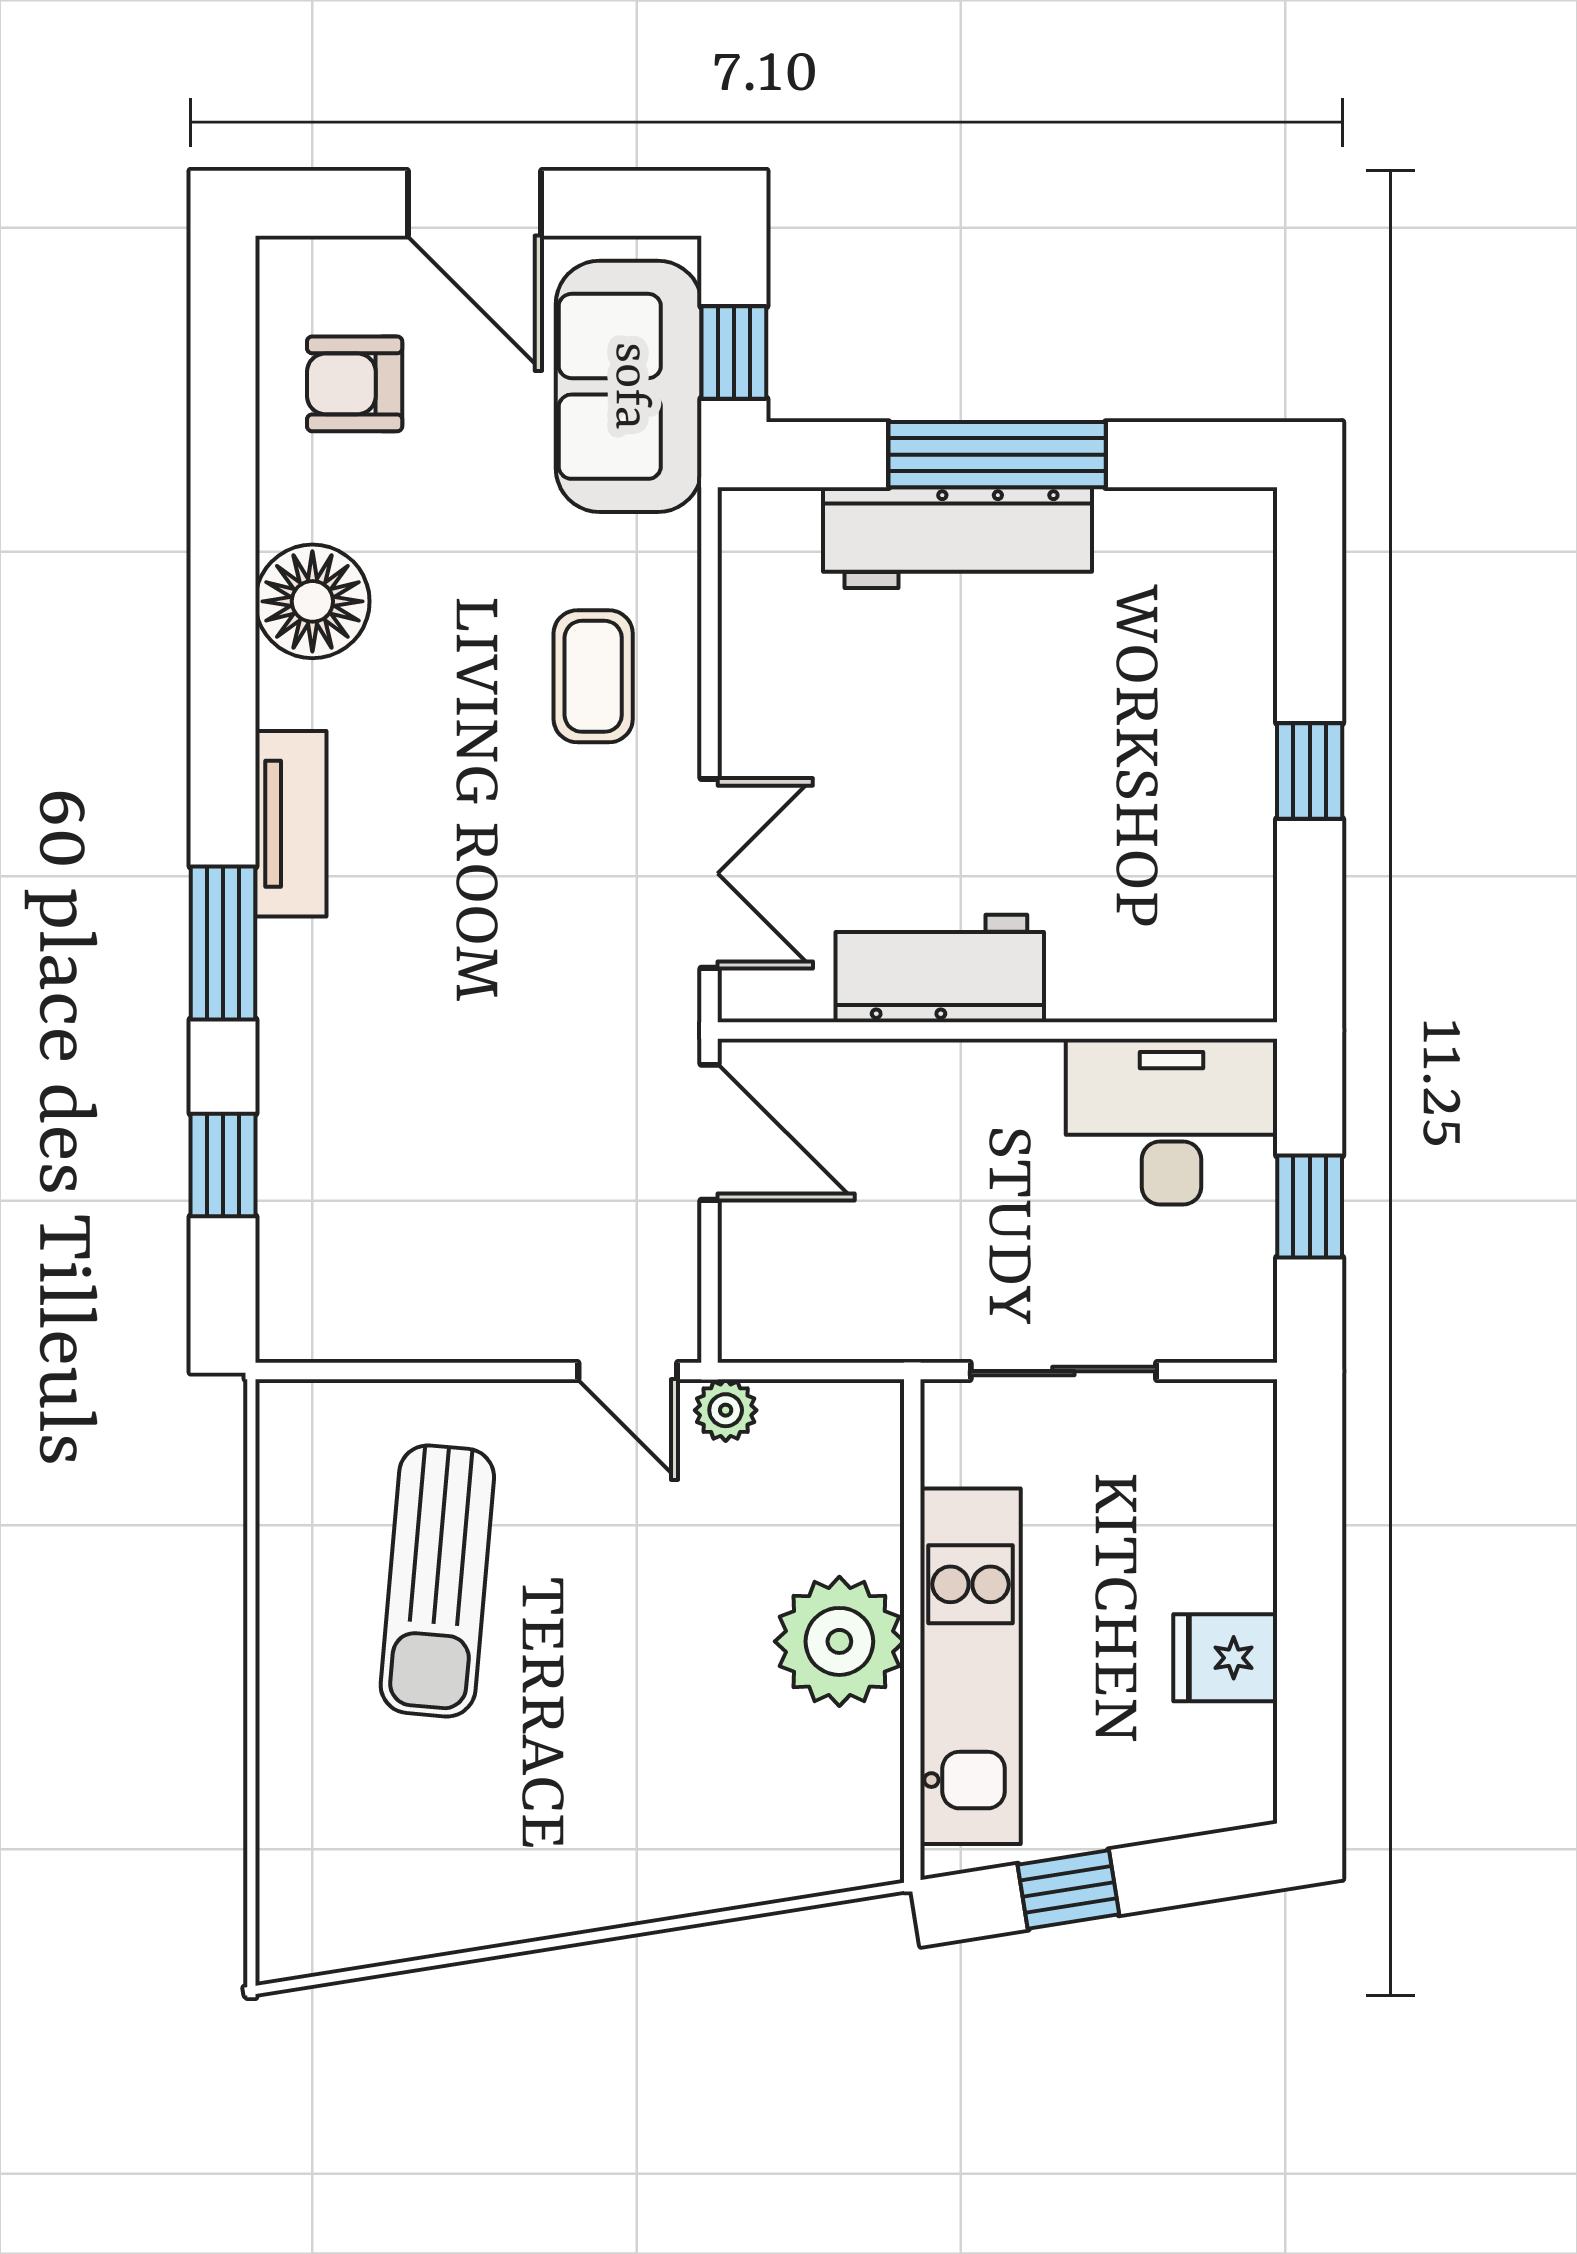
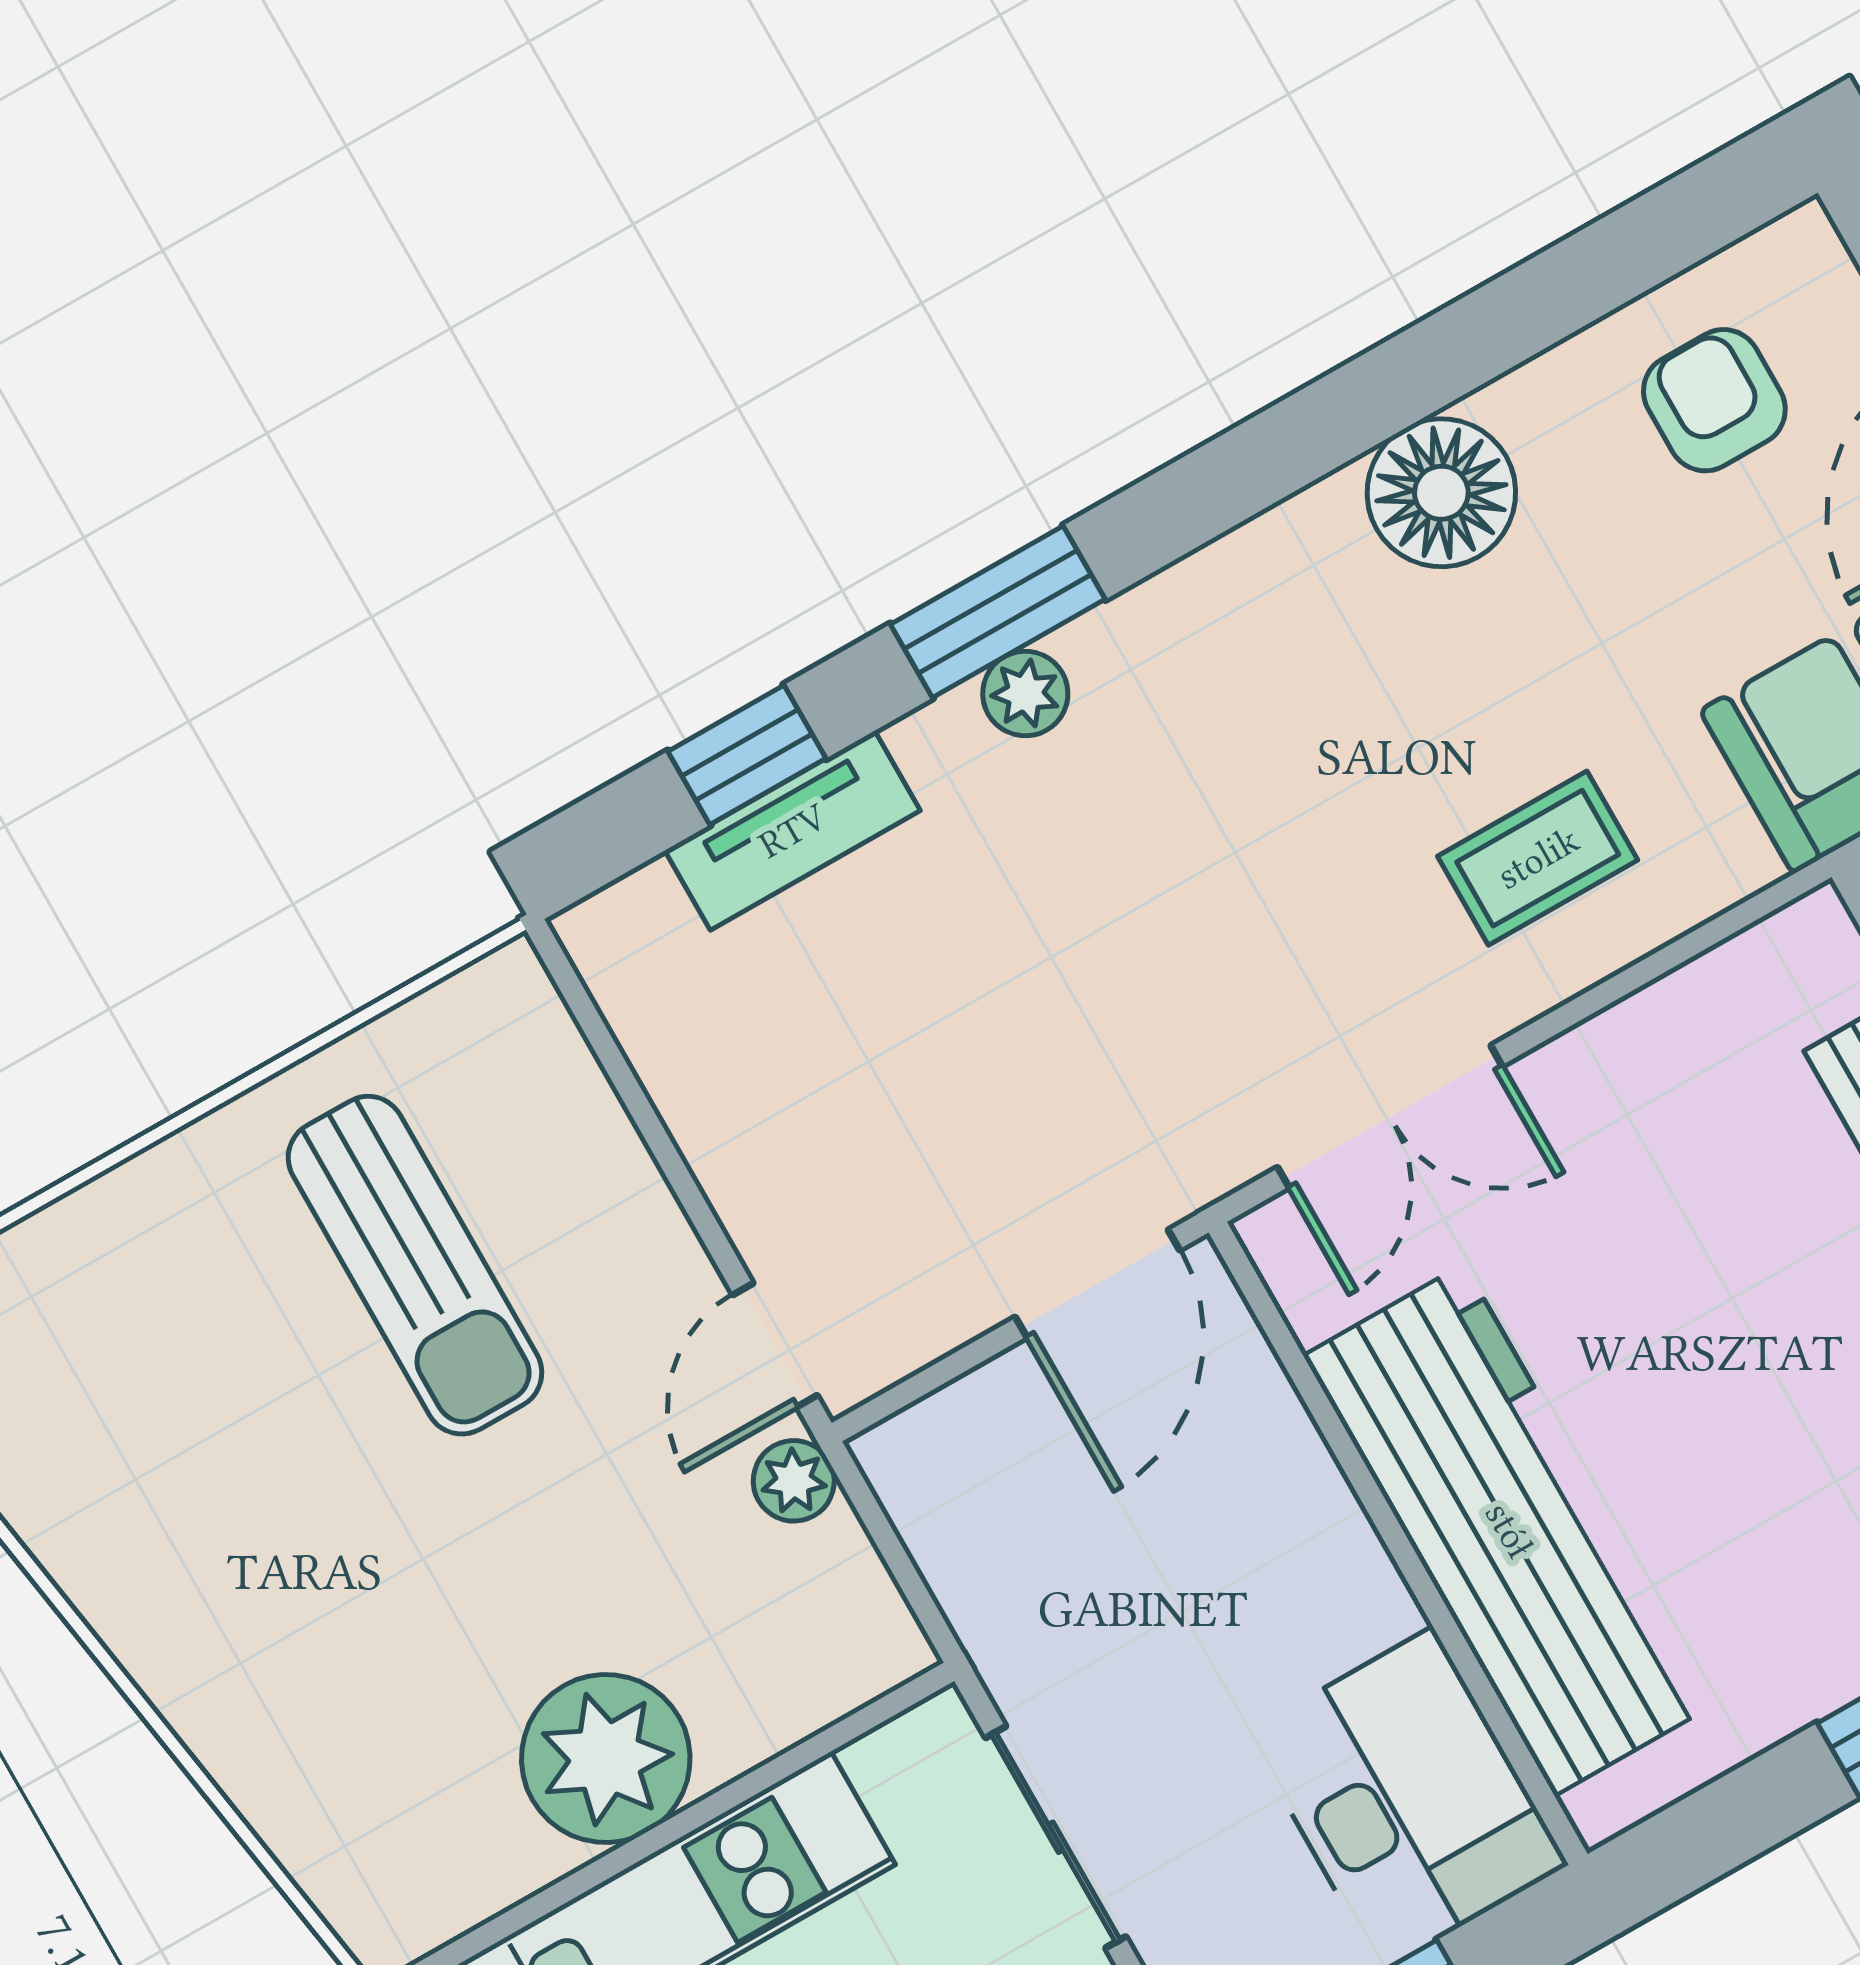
tv unit: (291, 824) -> (793, 831), moved
plant: (288, 956) -> (1025, 694), added
workbench: (940, 969) -> (1509, 1530), width x1.88, depth x1.32
sun lounger: (437, 1581) -> (415, 1265), turned -95

